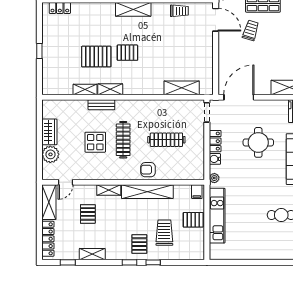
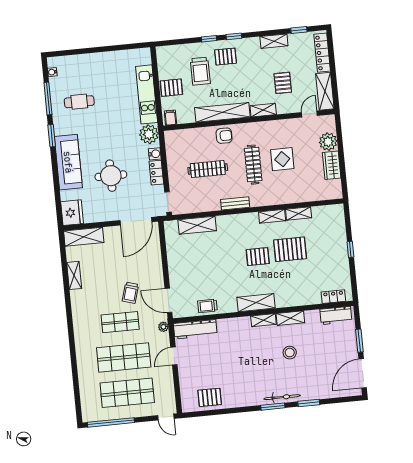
bench: (101, 105) -> (235, 203), moved
plant: (214, 178) -> (149, 134), width x1.88, depth x1.88
pallet: (139, 244) -> (225, 57), turned 90

